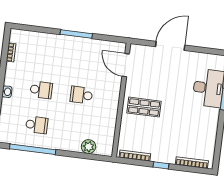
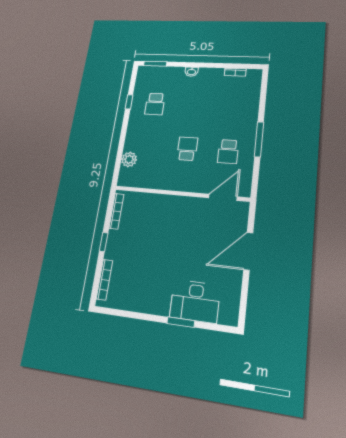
door: (170, 46) -> (248, 251), swing flipped
school desk: (41, 90) -> (228, 151), moved
shop shelf: (144, 107) -> (172, 221), removed
window: (33, 149) -> (129, 102), width x0.32

